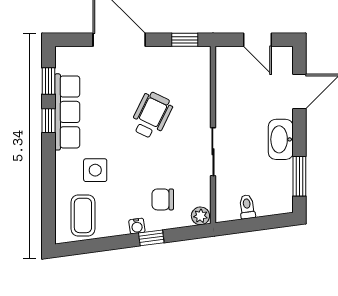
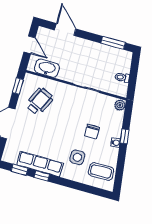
door: (257, 40) -> (29, 45), hinge flipped
wheelchair: (152, 115) -> (39, 101), moved, turned 89
washbasin: (281, 139) -> (47, 68), moved, turned 180
chair: (163, 199) -> (92, 132), moved

